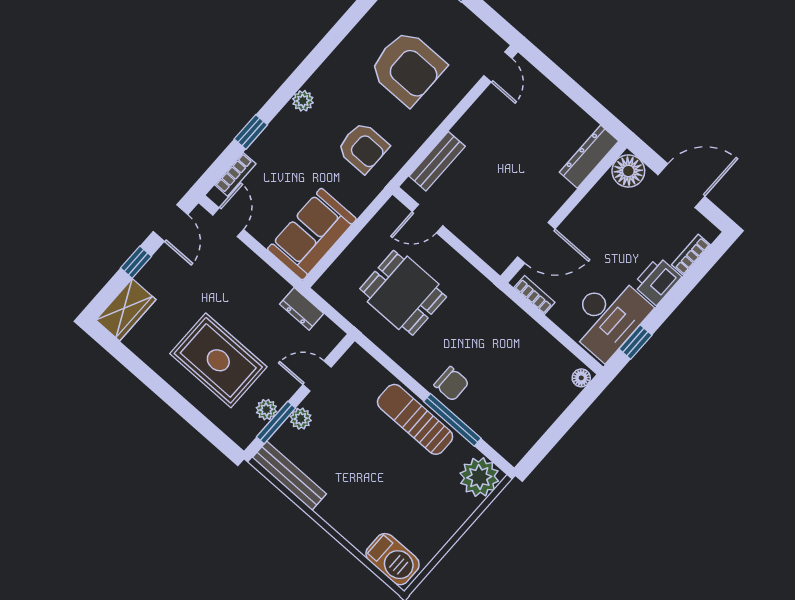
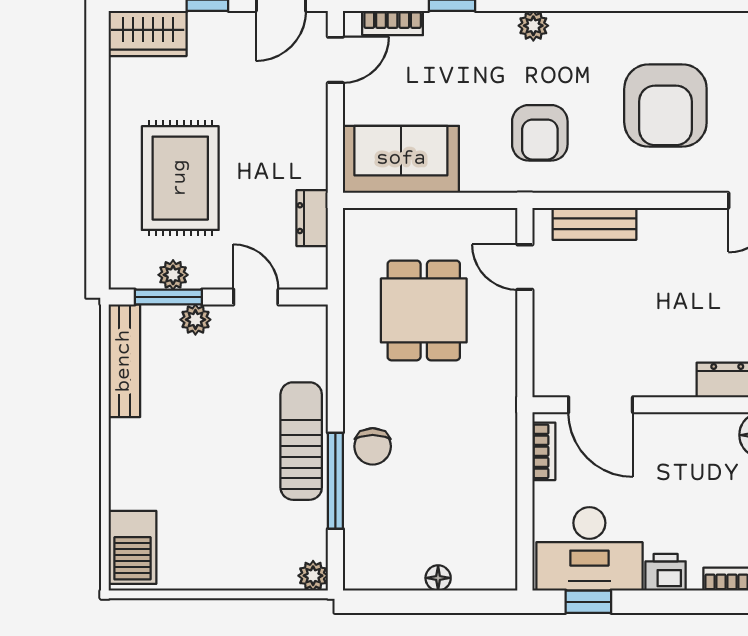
printer: (657, 281) -> (666, 572), width x0.73, depth x0.81
floor lamp: (581, 378) -> (438, 578), moved
plant: (479, 477) -> (313, 576), width x0.53, depth x0.53

